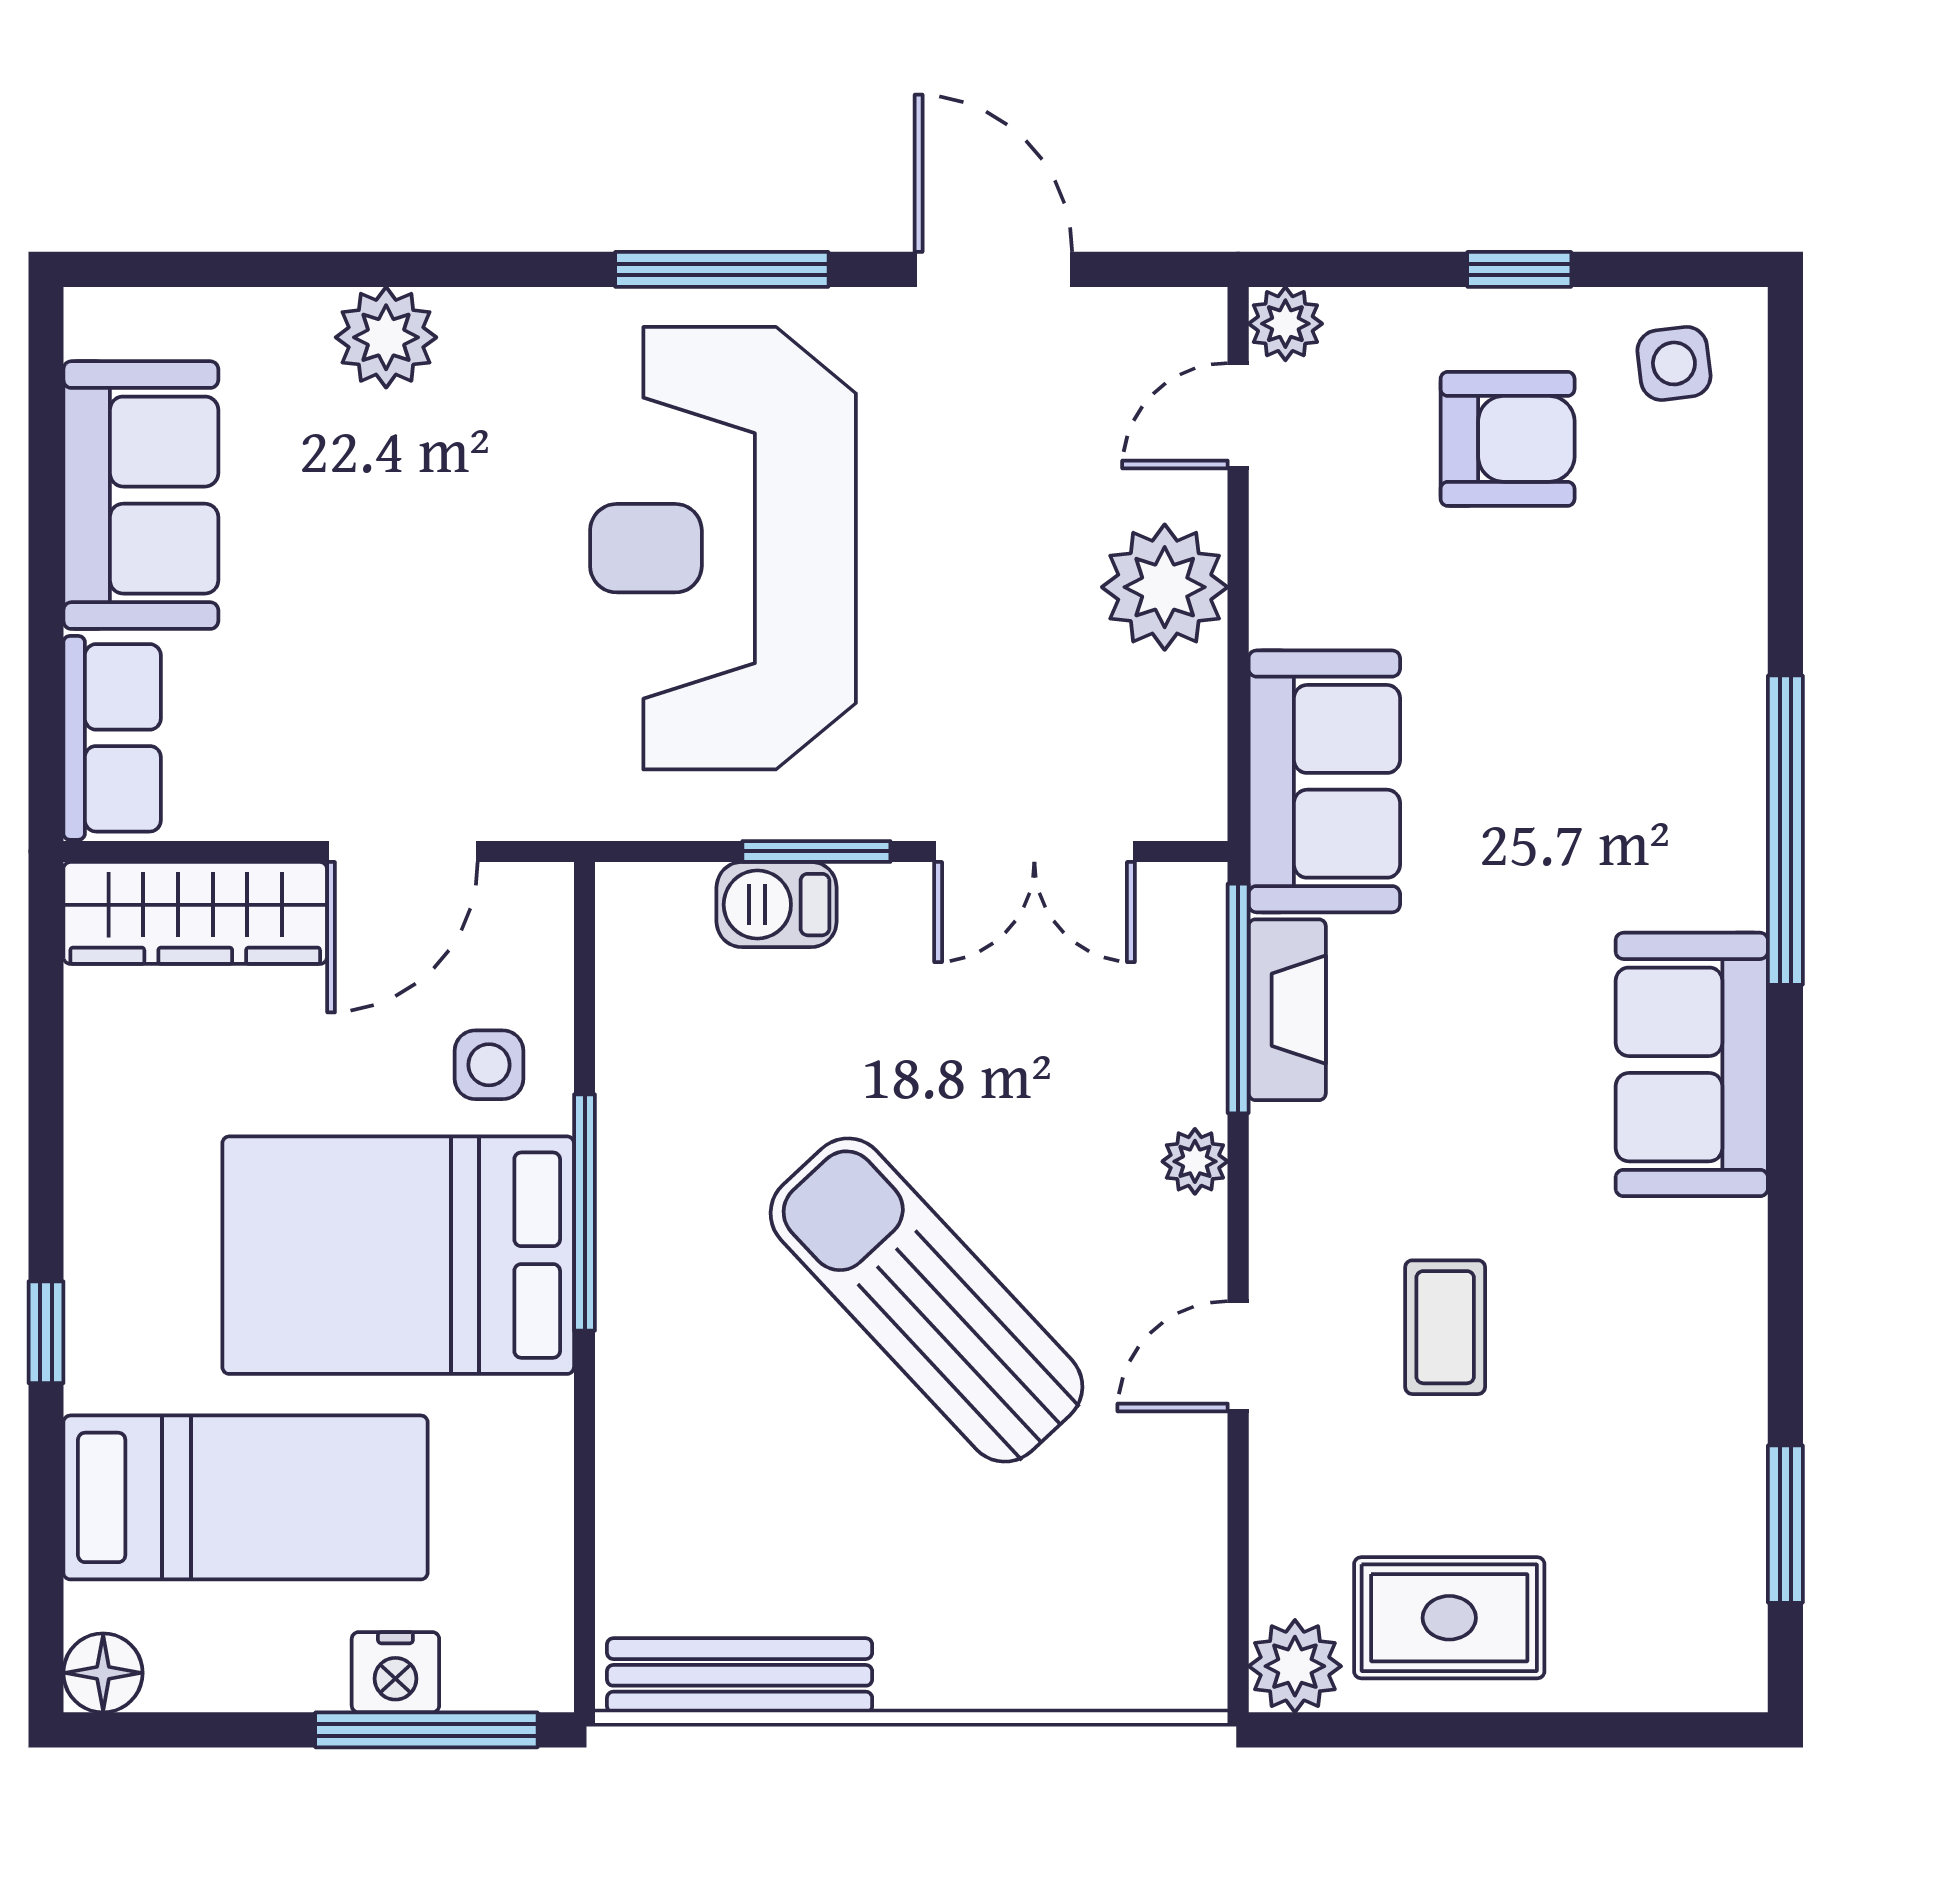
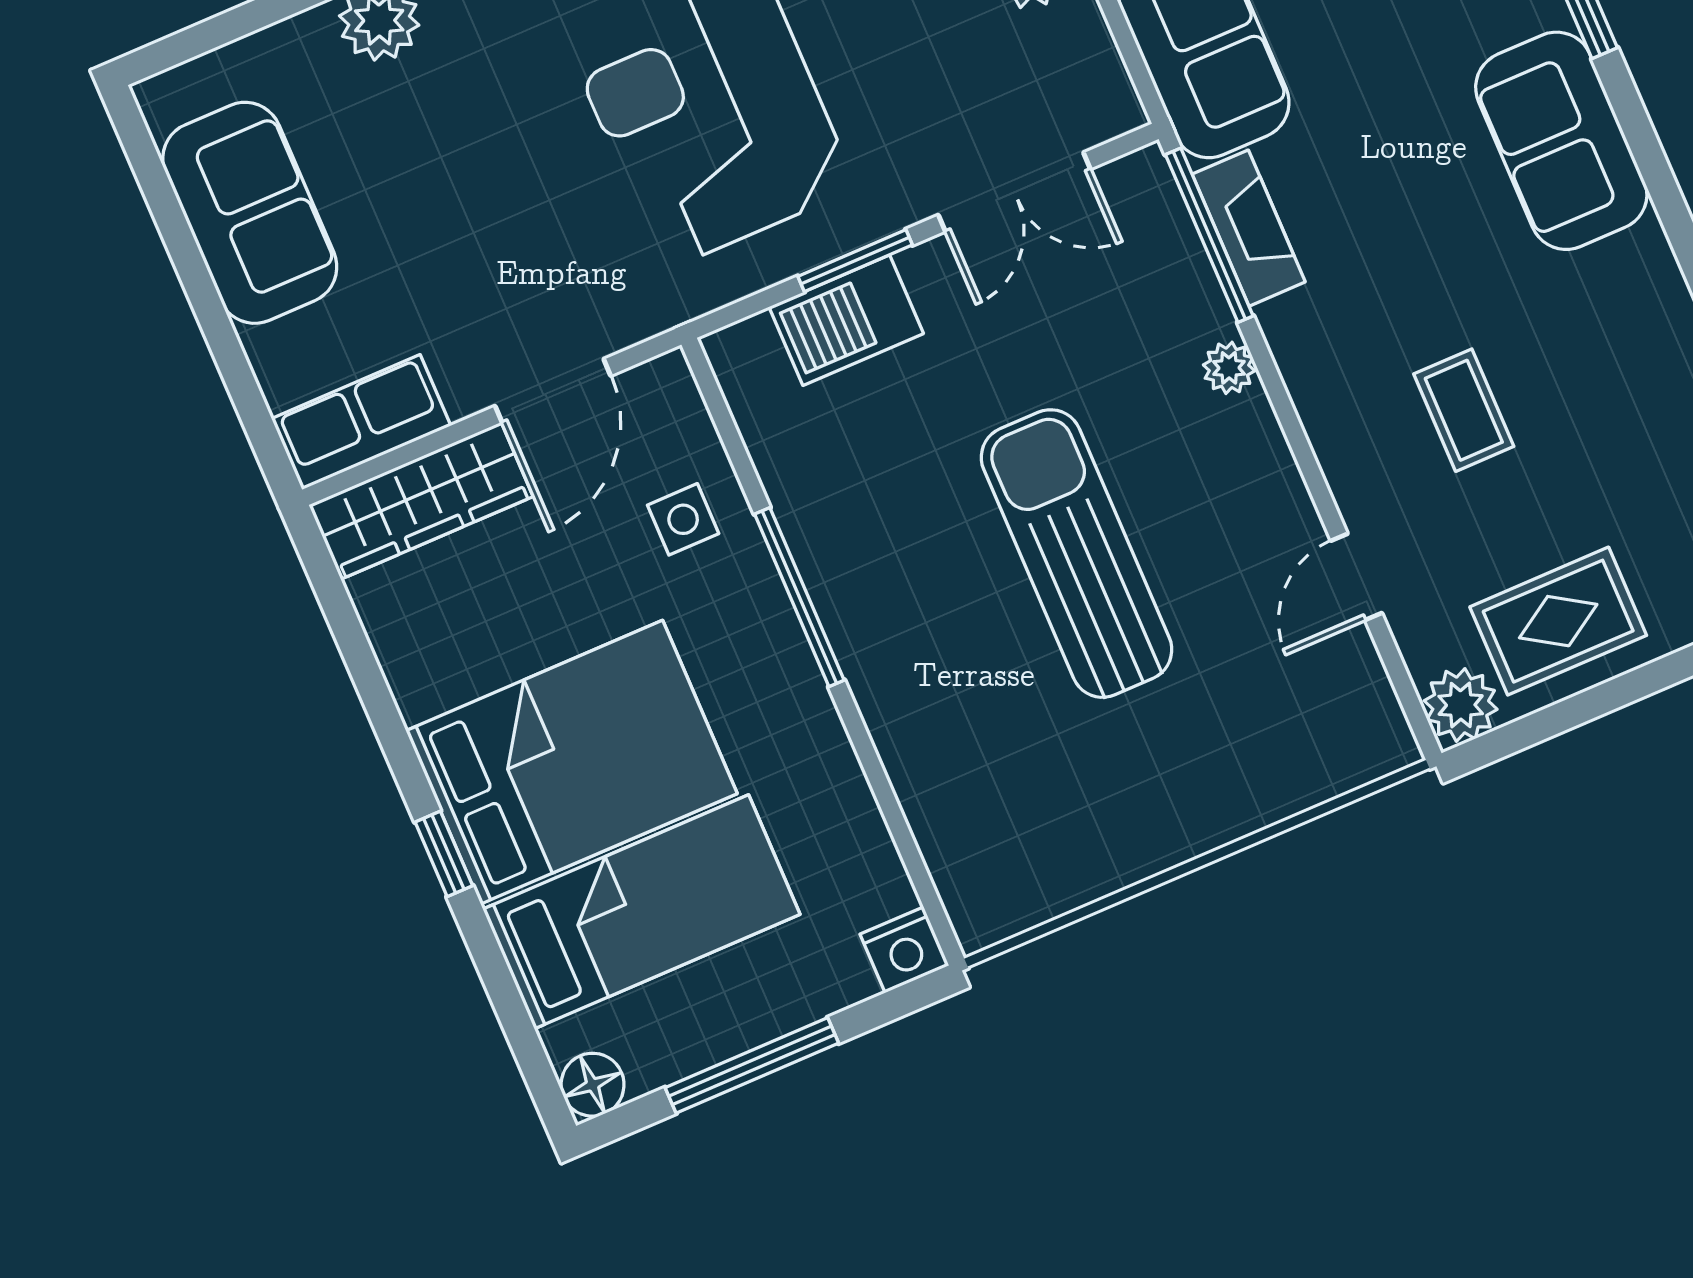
row of seats: (112, 738) -> (361, 422), moved, turned -90
barbecue: (777, 905) -> (846, 320), width x1.38, depth x1.27
bed: (398, 1255) -> (572, 762), moved, turned 180
sun lounger: (926, 1300) -> (1076, 554), turned 43
door: (1238, 1356) -> (1356, 577), moved
nightstand: (395, 1672) -> (904, 950), moved
bench: (740, 1675) -> (1058, 886), removed
window: (426, 1730) -> (752, 1065), moved

